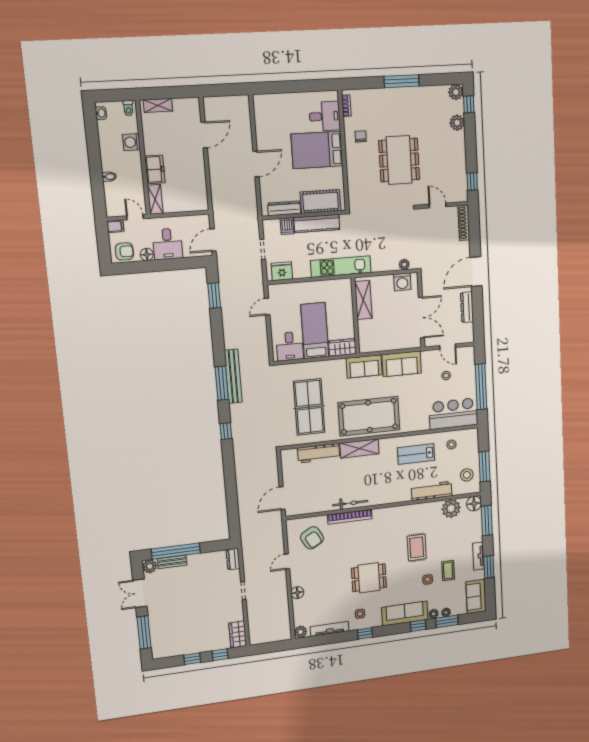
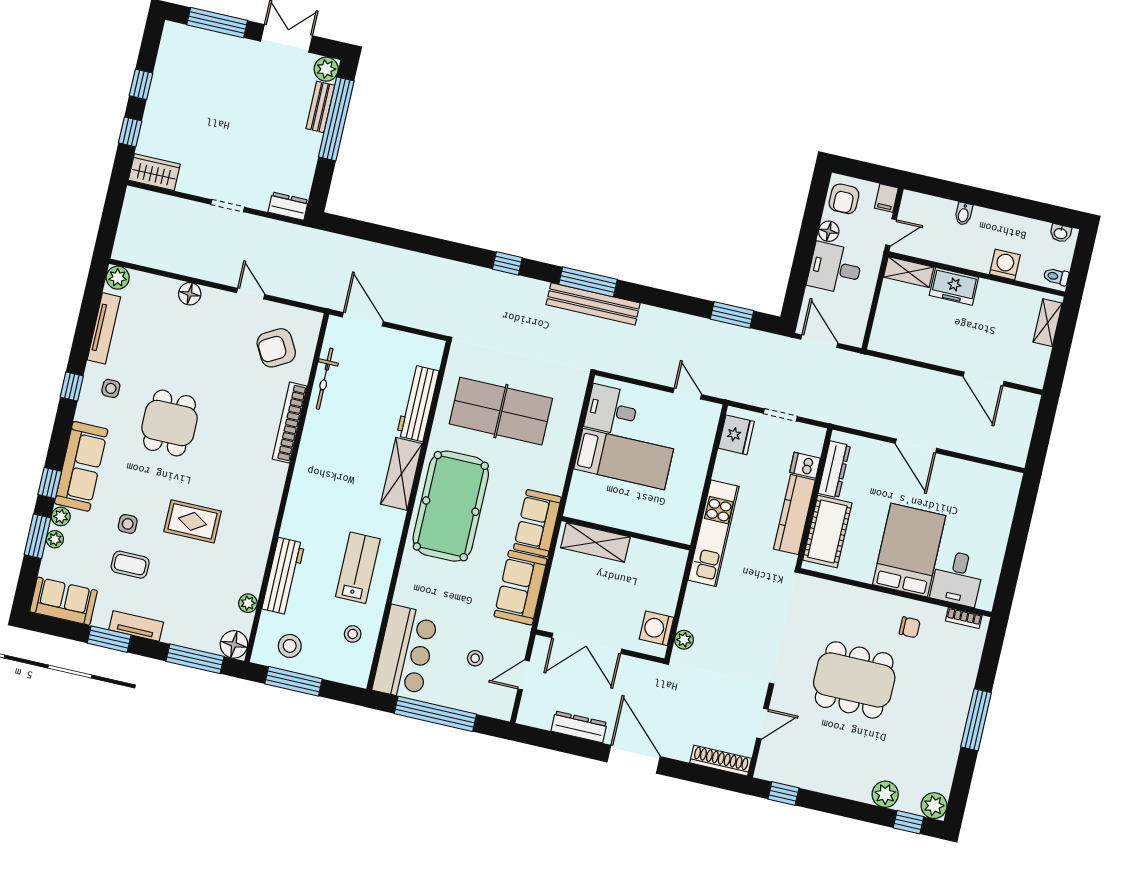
shelving: (363, 300) -> (595, 542), moved
wardrobe: (342, 347) -> (581, 496), removed
bicycle: (350, 503) -> (325, 379), moved
plant: (451, 508) -> (248, 603), width x0.53, depth x0.53

